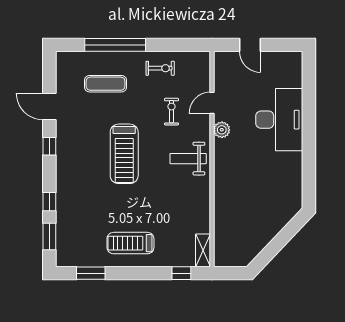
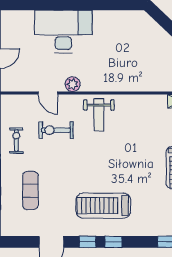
exercise bike: (172, 112) -> (56, 130), width x1.38, depth x1.39
treadmill: (124, 154) -> (103, 206), moved, turned 180
window: (49, 202) -> (113, 242), moved

